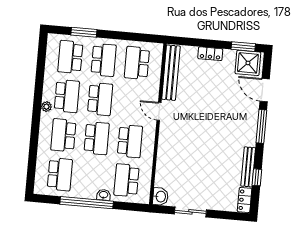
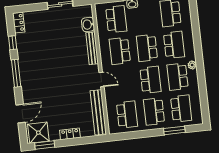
door: (265, 90) -> (21, 114), hinge flipped
school desk: (100, 99) -> (150, 80), turned 180
window: (261, 126) -> (16, 73), moved
bench: (248, 167) -> (92, 48), moved
washbasin: (160, 197) -> (88, 24), moved

